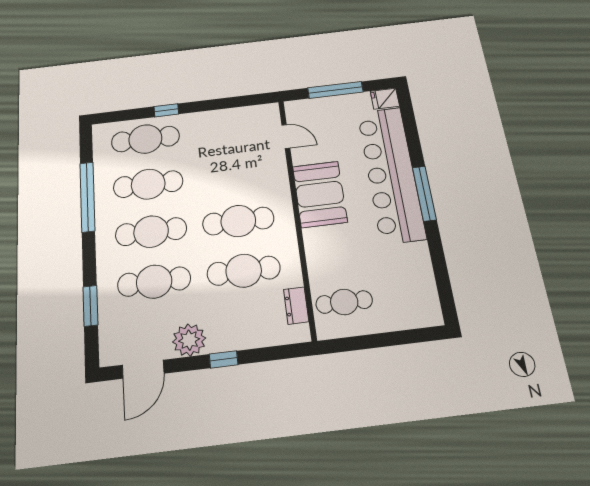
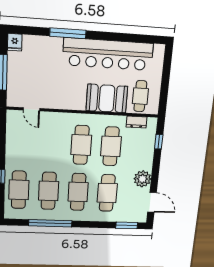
door: (286, 136) -> (31, 109), swing flipped
bar counter: (391, 174) -> (108, 54), moved
booth: (320, 194) -> (107, 98), moved
window: (424, 194) -> (68, 33), moved
window: (90, 306) -> (127, 225), moved
window: (224, 359) -> (159, 142), moved

